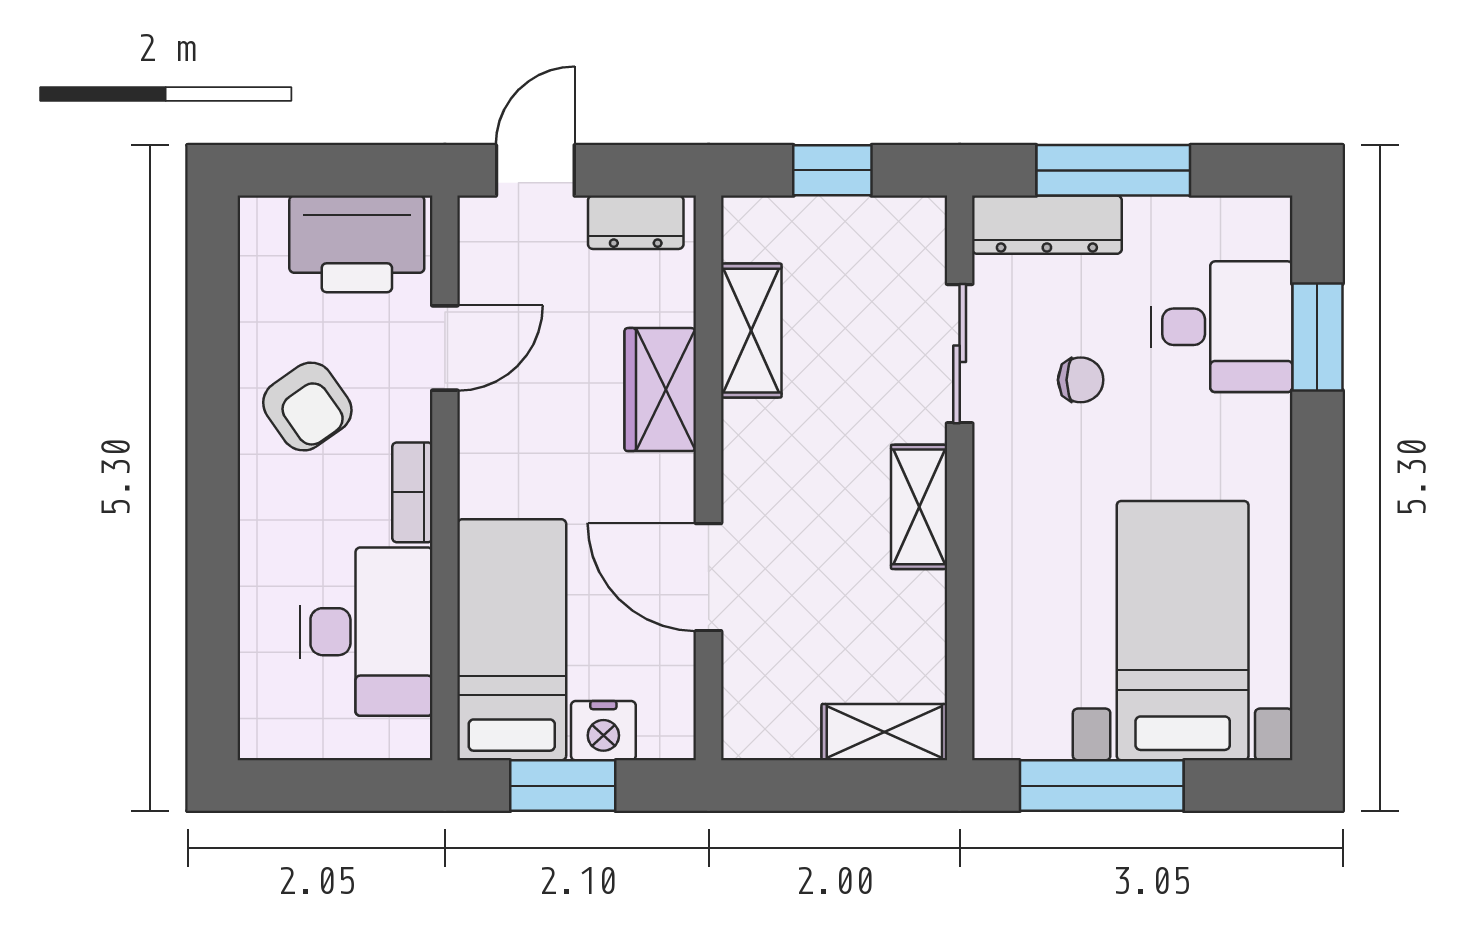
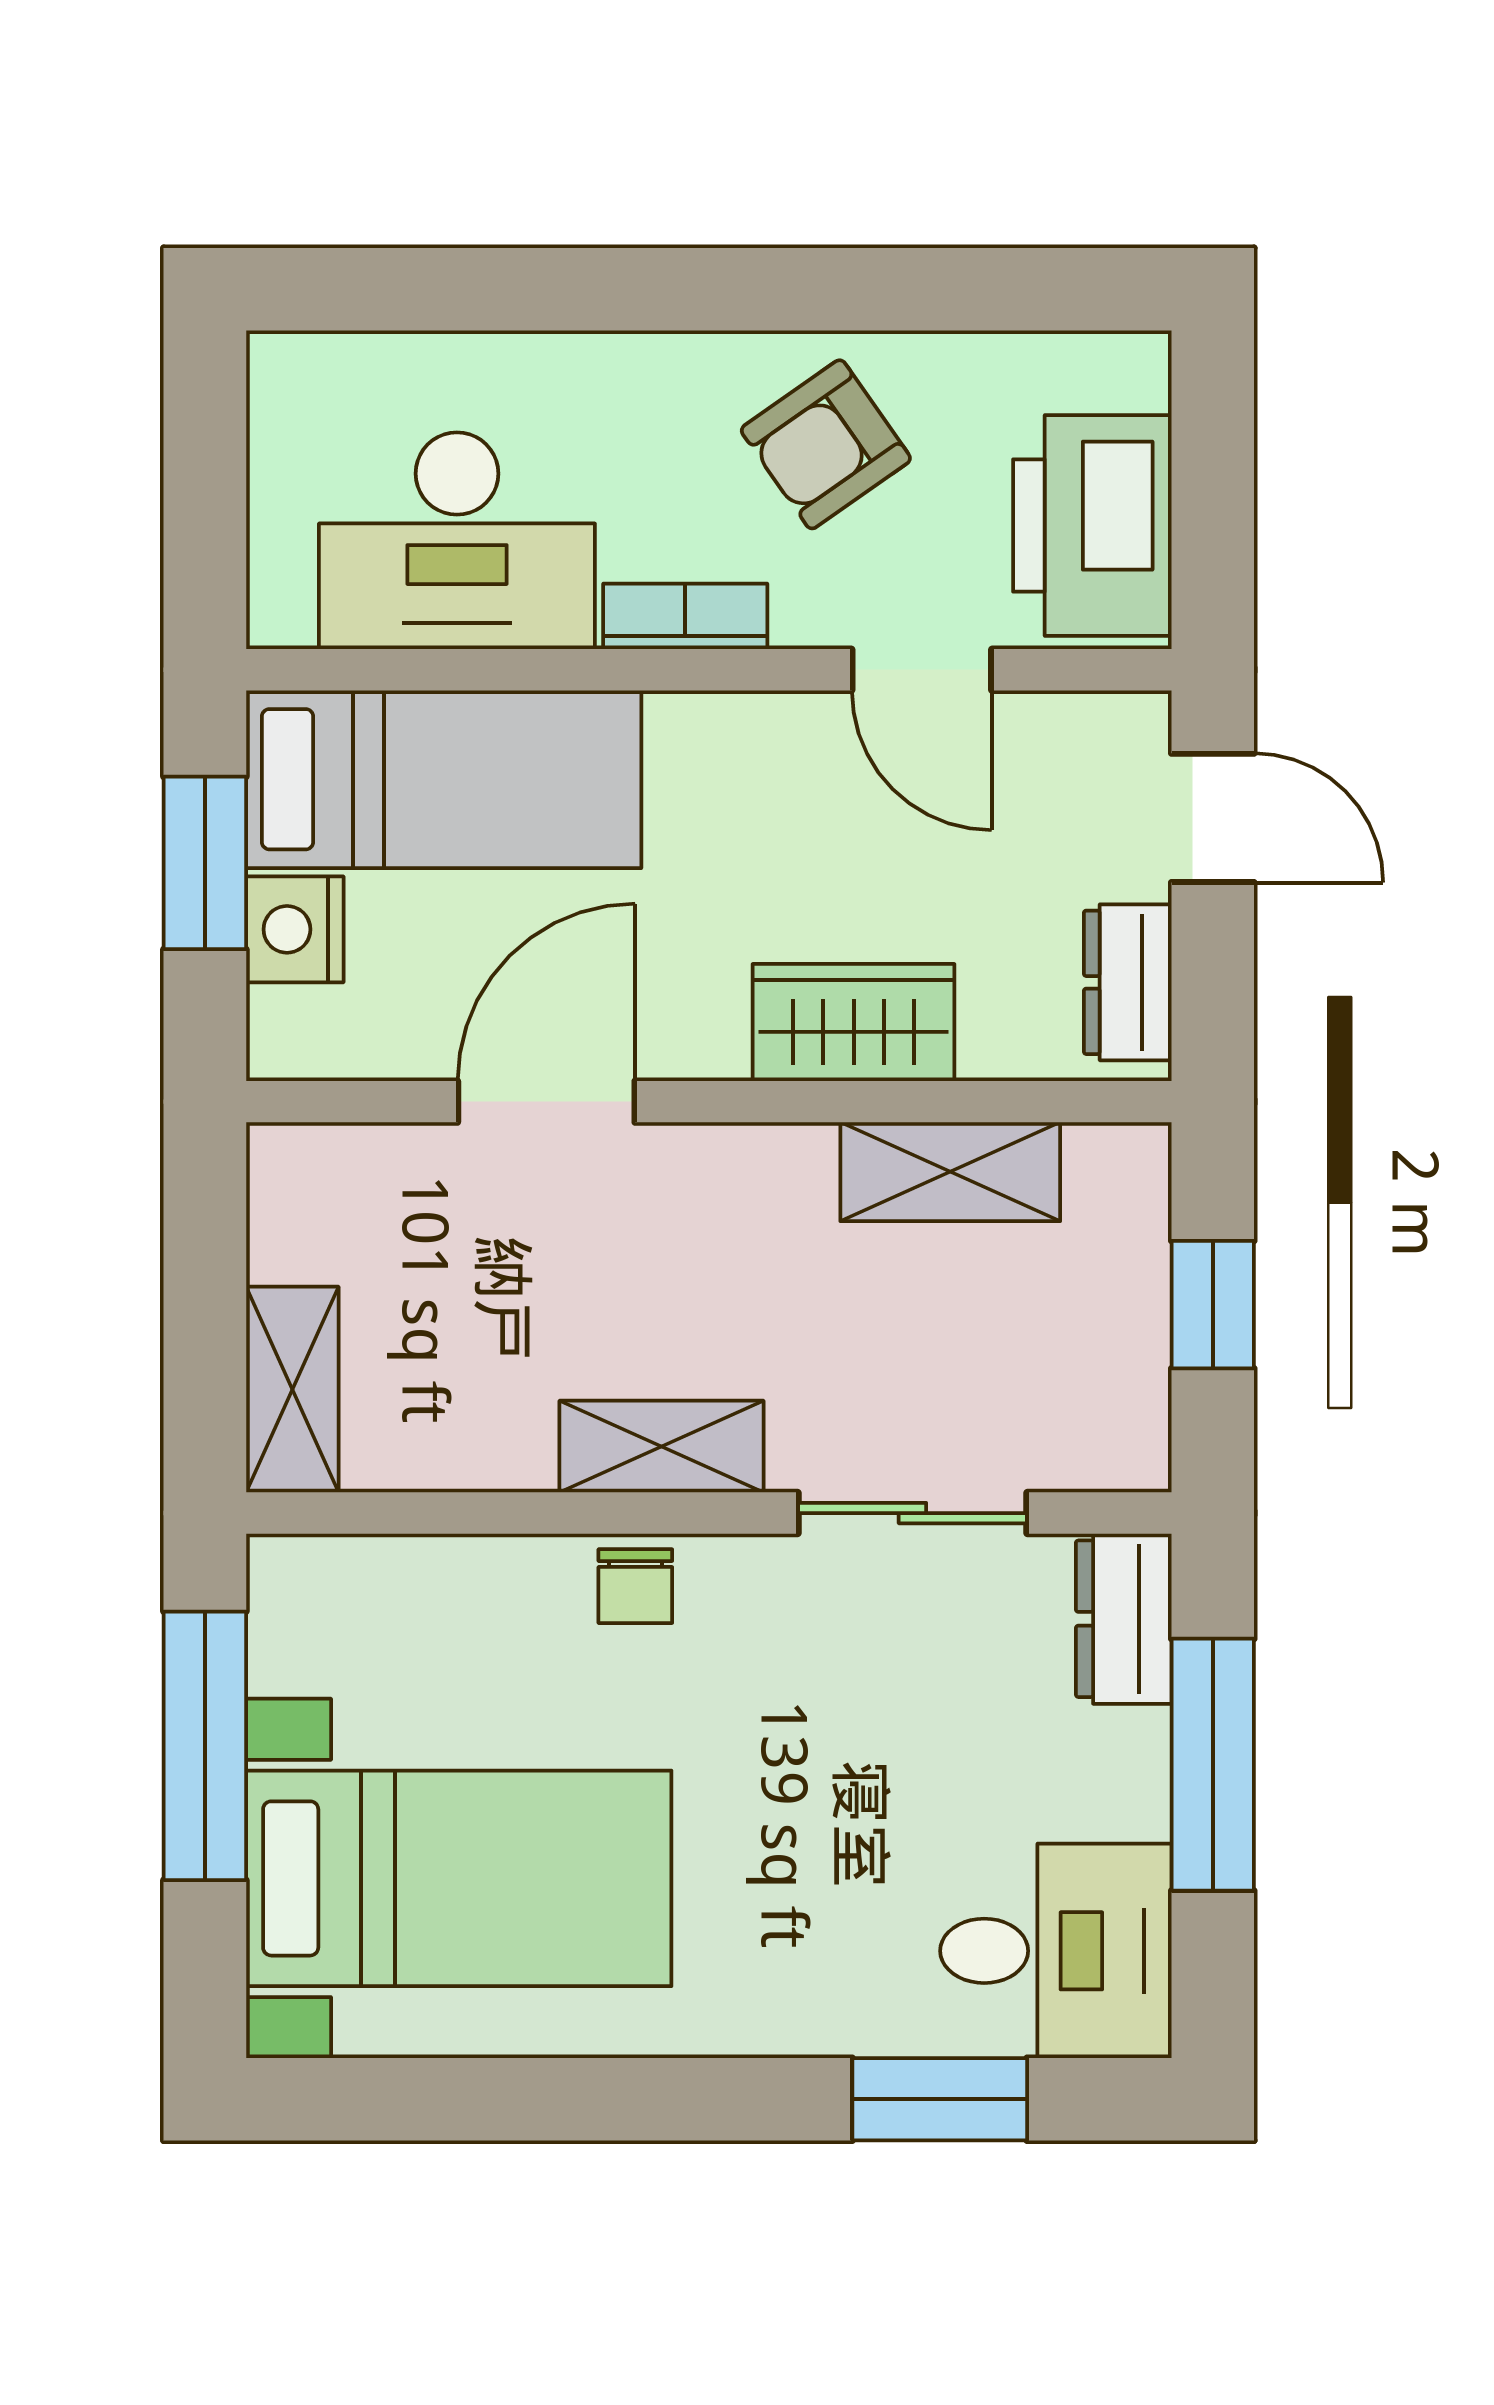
dresser: (1047, 225) -> (1124, 1619), width x0.70
desk: (1222, 327) -> (1056, 1951), moved, turned -90
chair: (1081, 380) -> (635, 1586), moved

